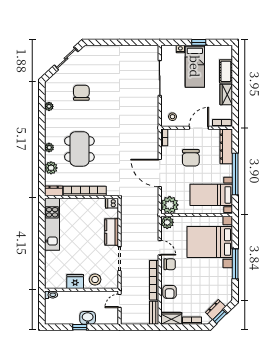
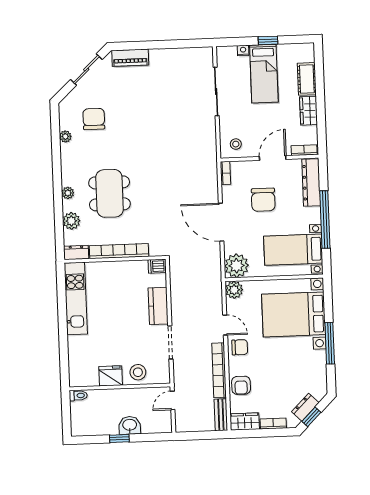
piano: (98, 51) -> (130, 58), added
chair: (81, 93) -> (94, 119), moved

